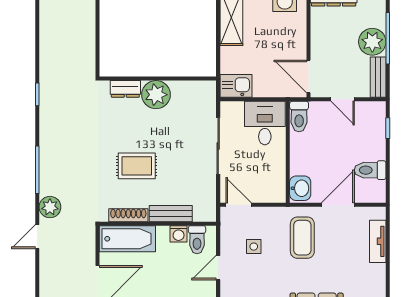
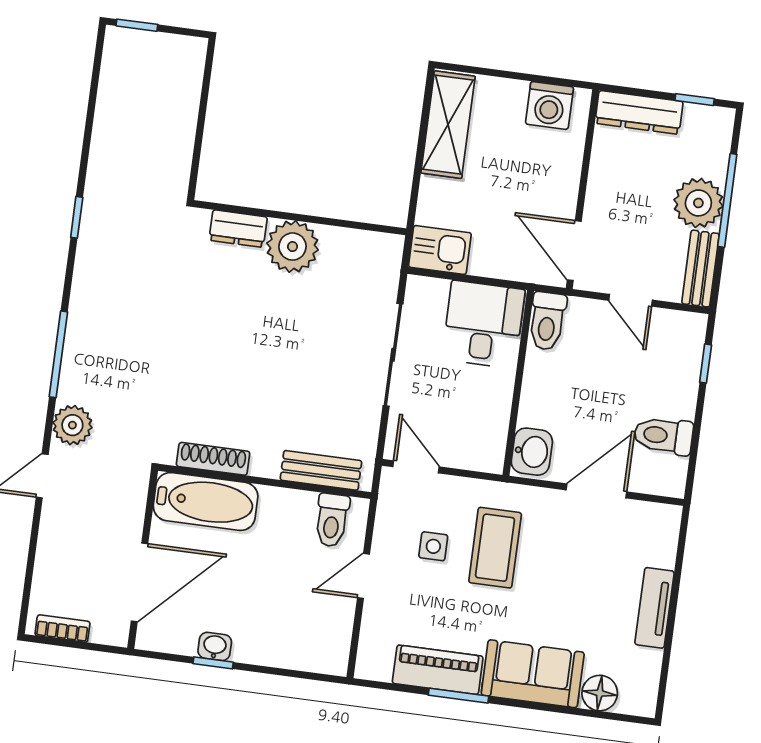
rug: (137, 166) -> (240, 371), removed
bench: (171, 214) -> (321, 470), moved
washing machine: (179, 234) -> (300, 505), removed
coffee table: (302, 238) -> (495, 548), moved
tv unit: (378, 241) -> (654, 608), moved

